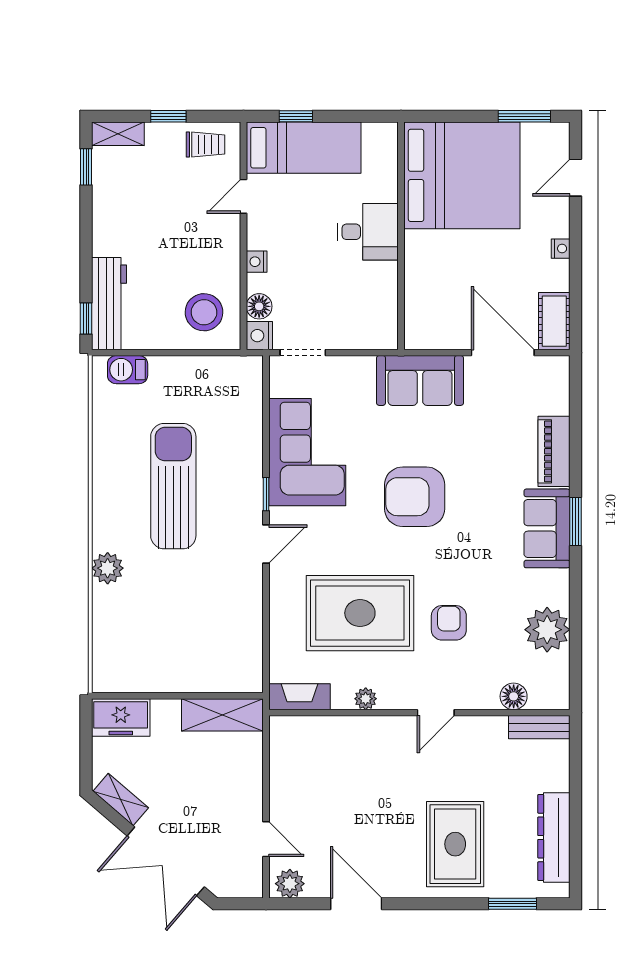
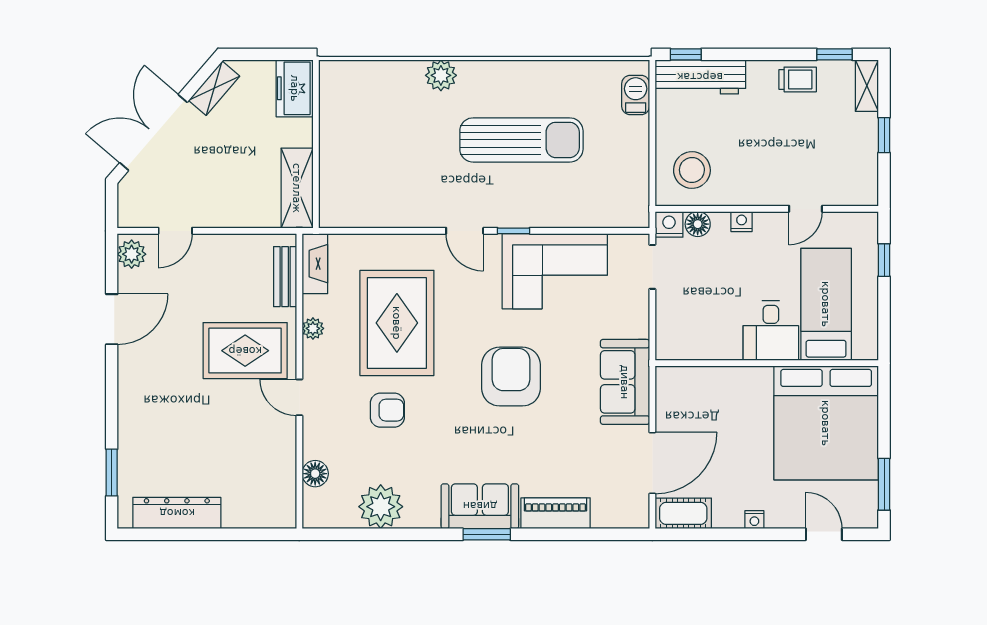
trolley: (206, 145) -> (798, 79), moved, turned -90
bed: (304, 148) -> (826, 304), moved, turned 180
door: (244, 196) -> (806, 209), swing flipped
bench: (539, 727) -> (285, 277), moved
rug: (455, 844) -> (245, 351), moved

